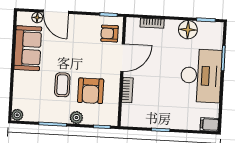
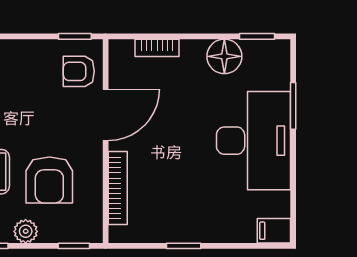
bookcase: (127, 90) -> (118, 188), width x1.56

